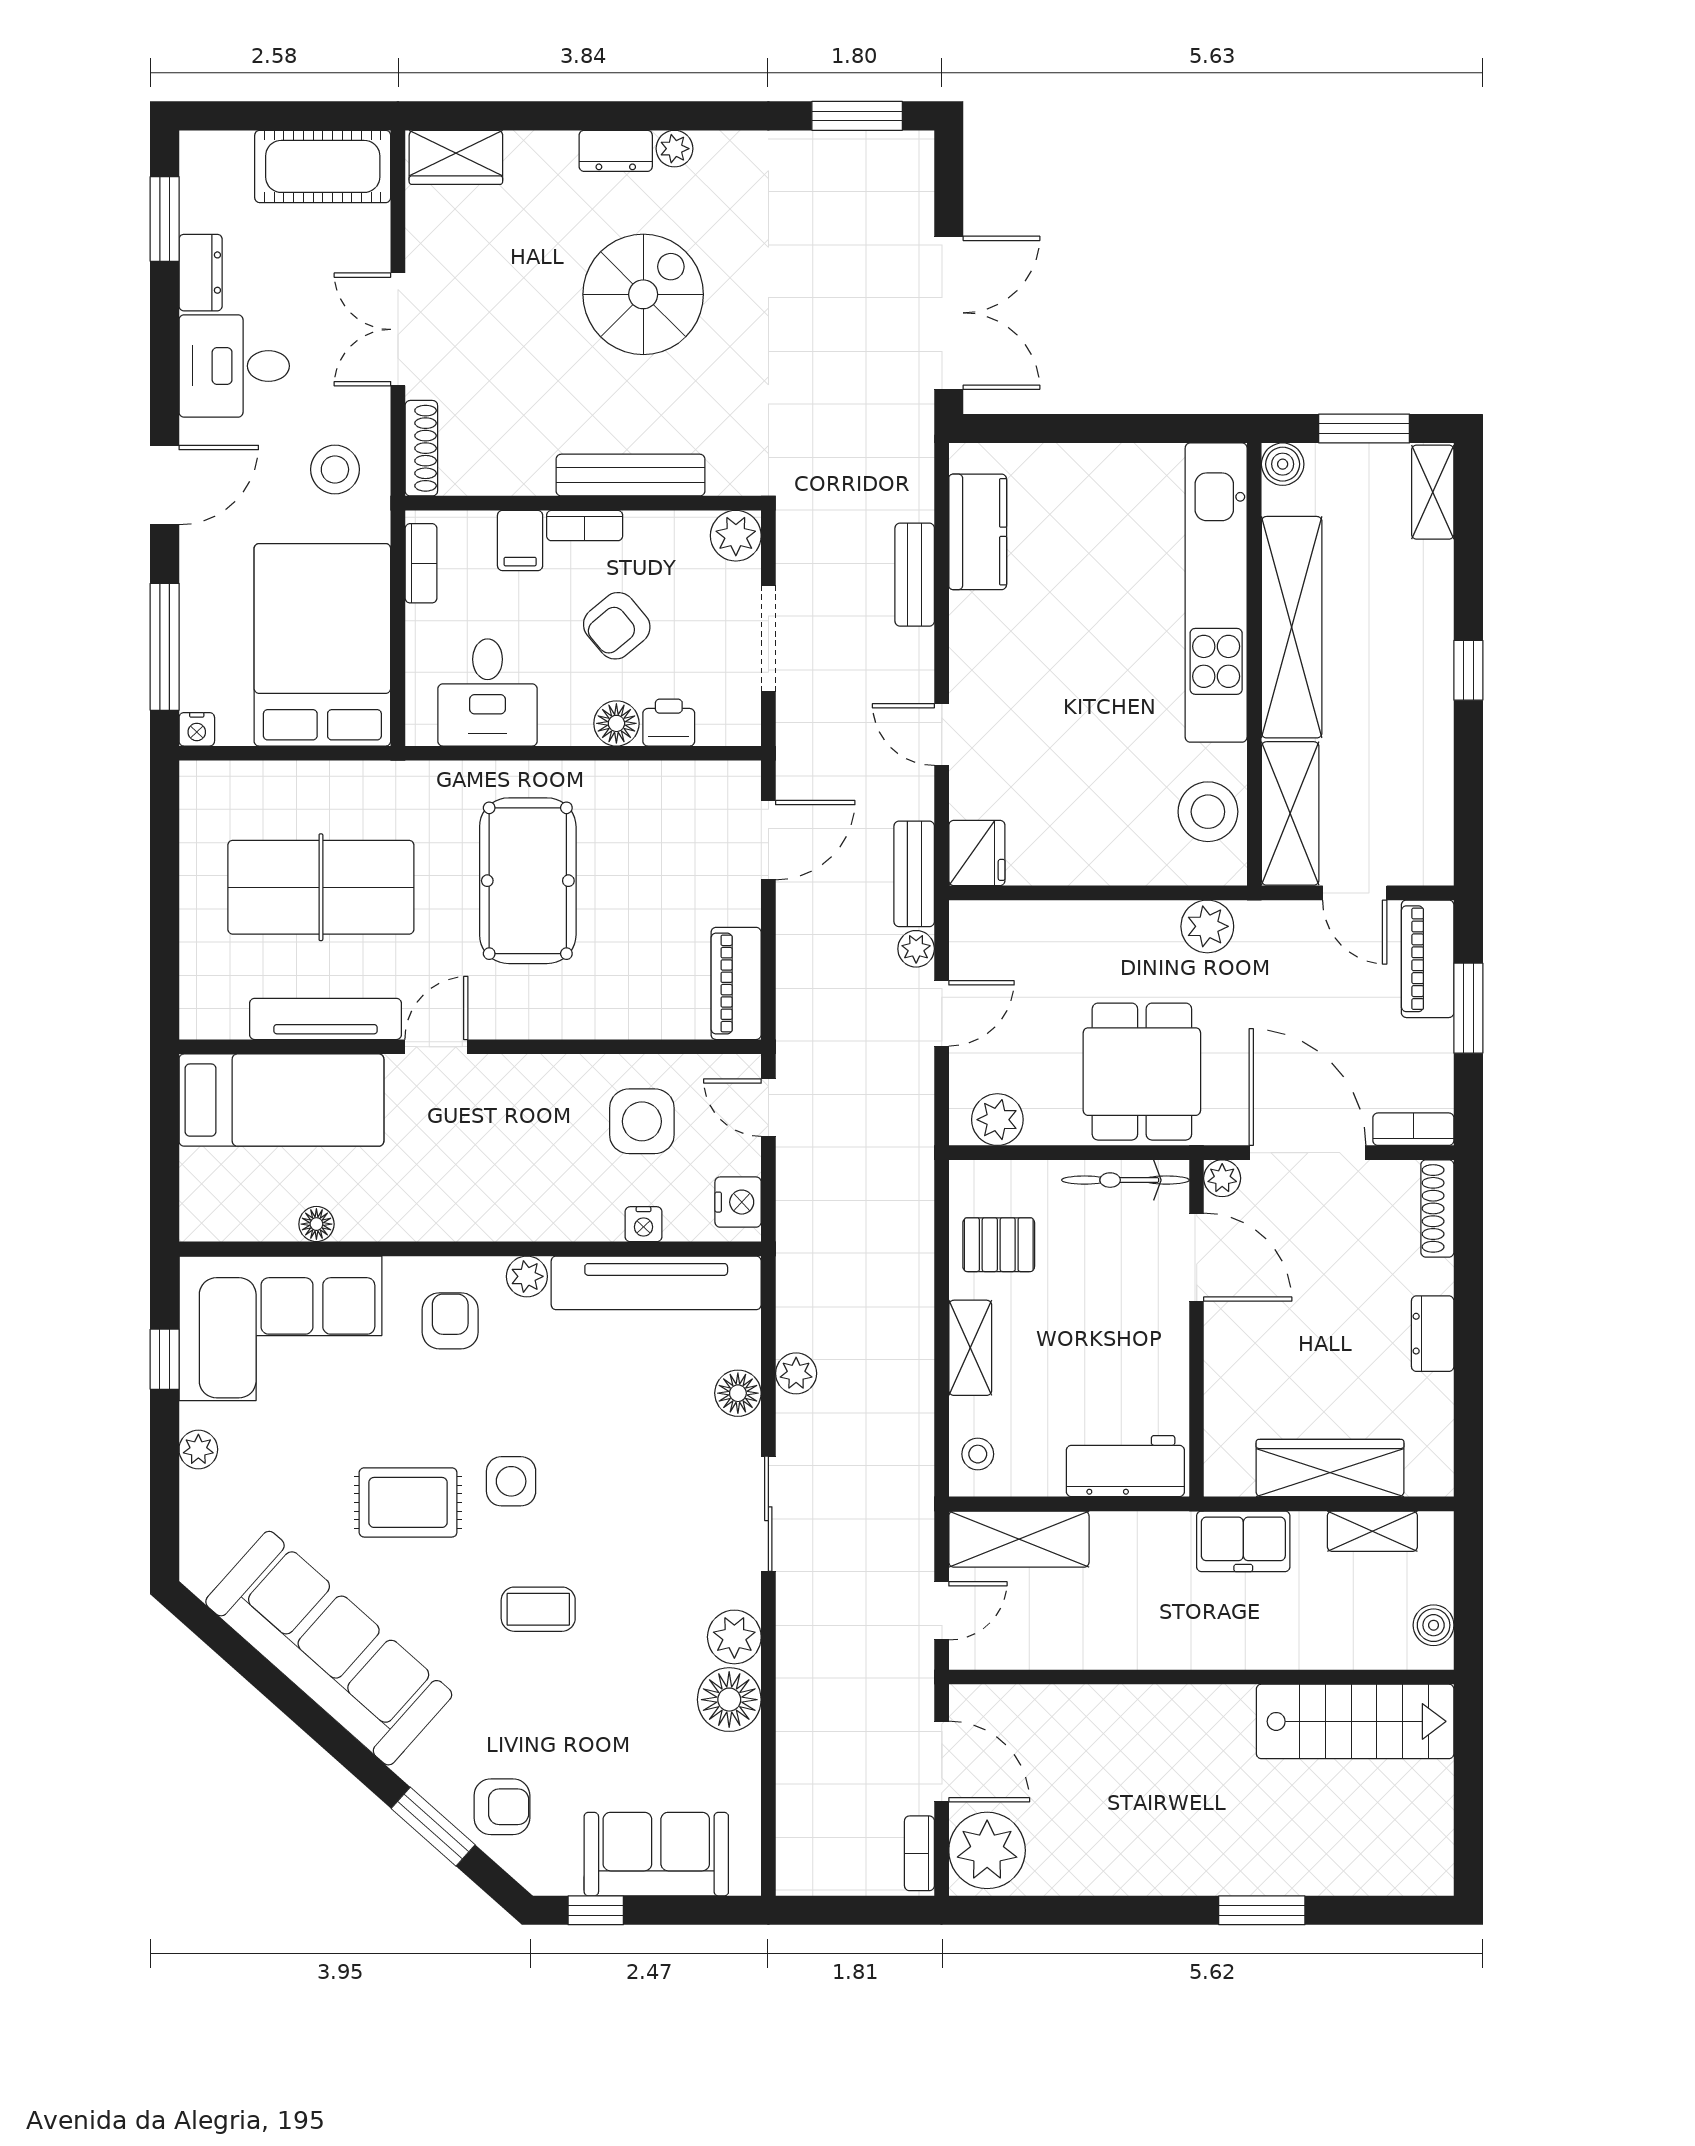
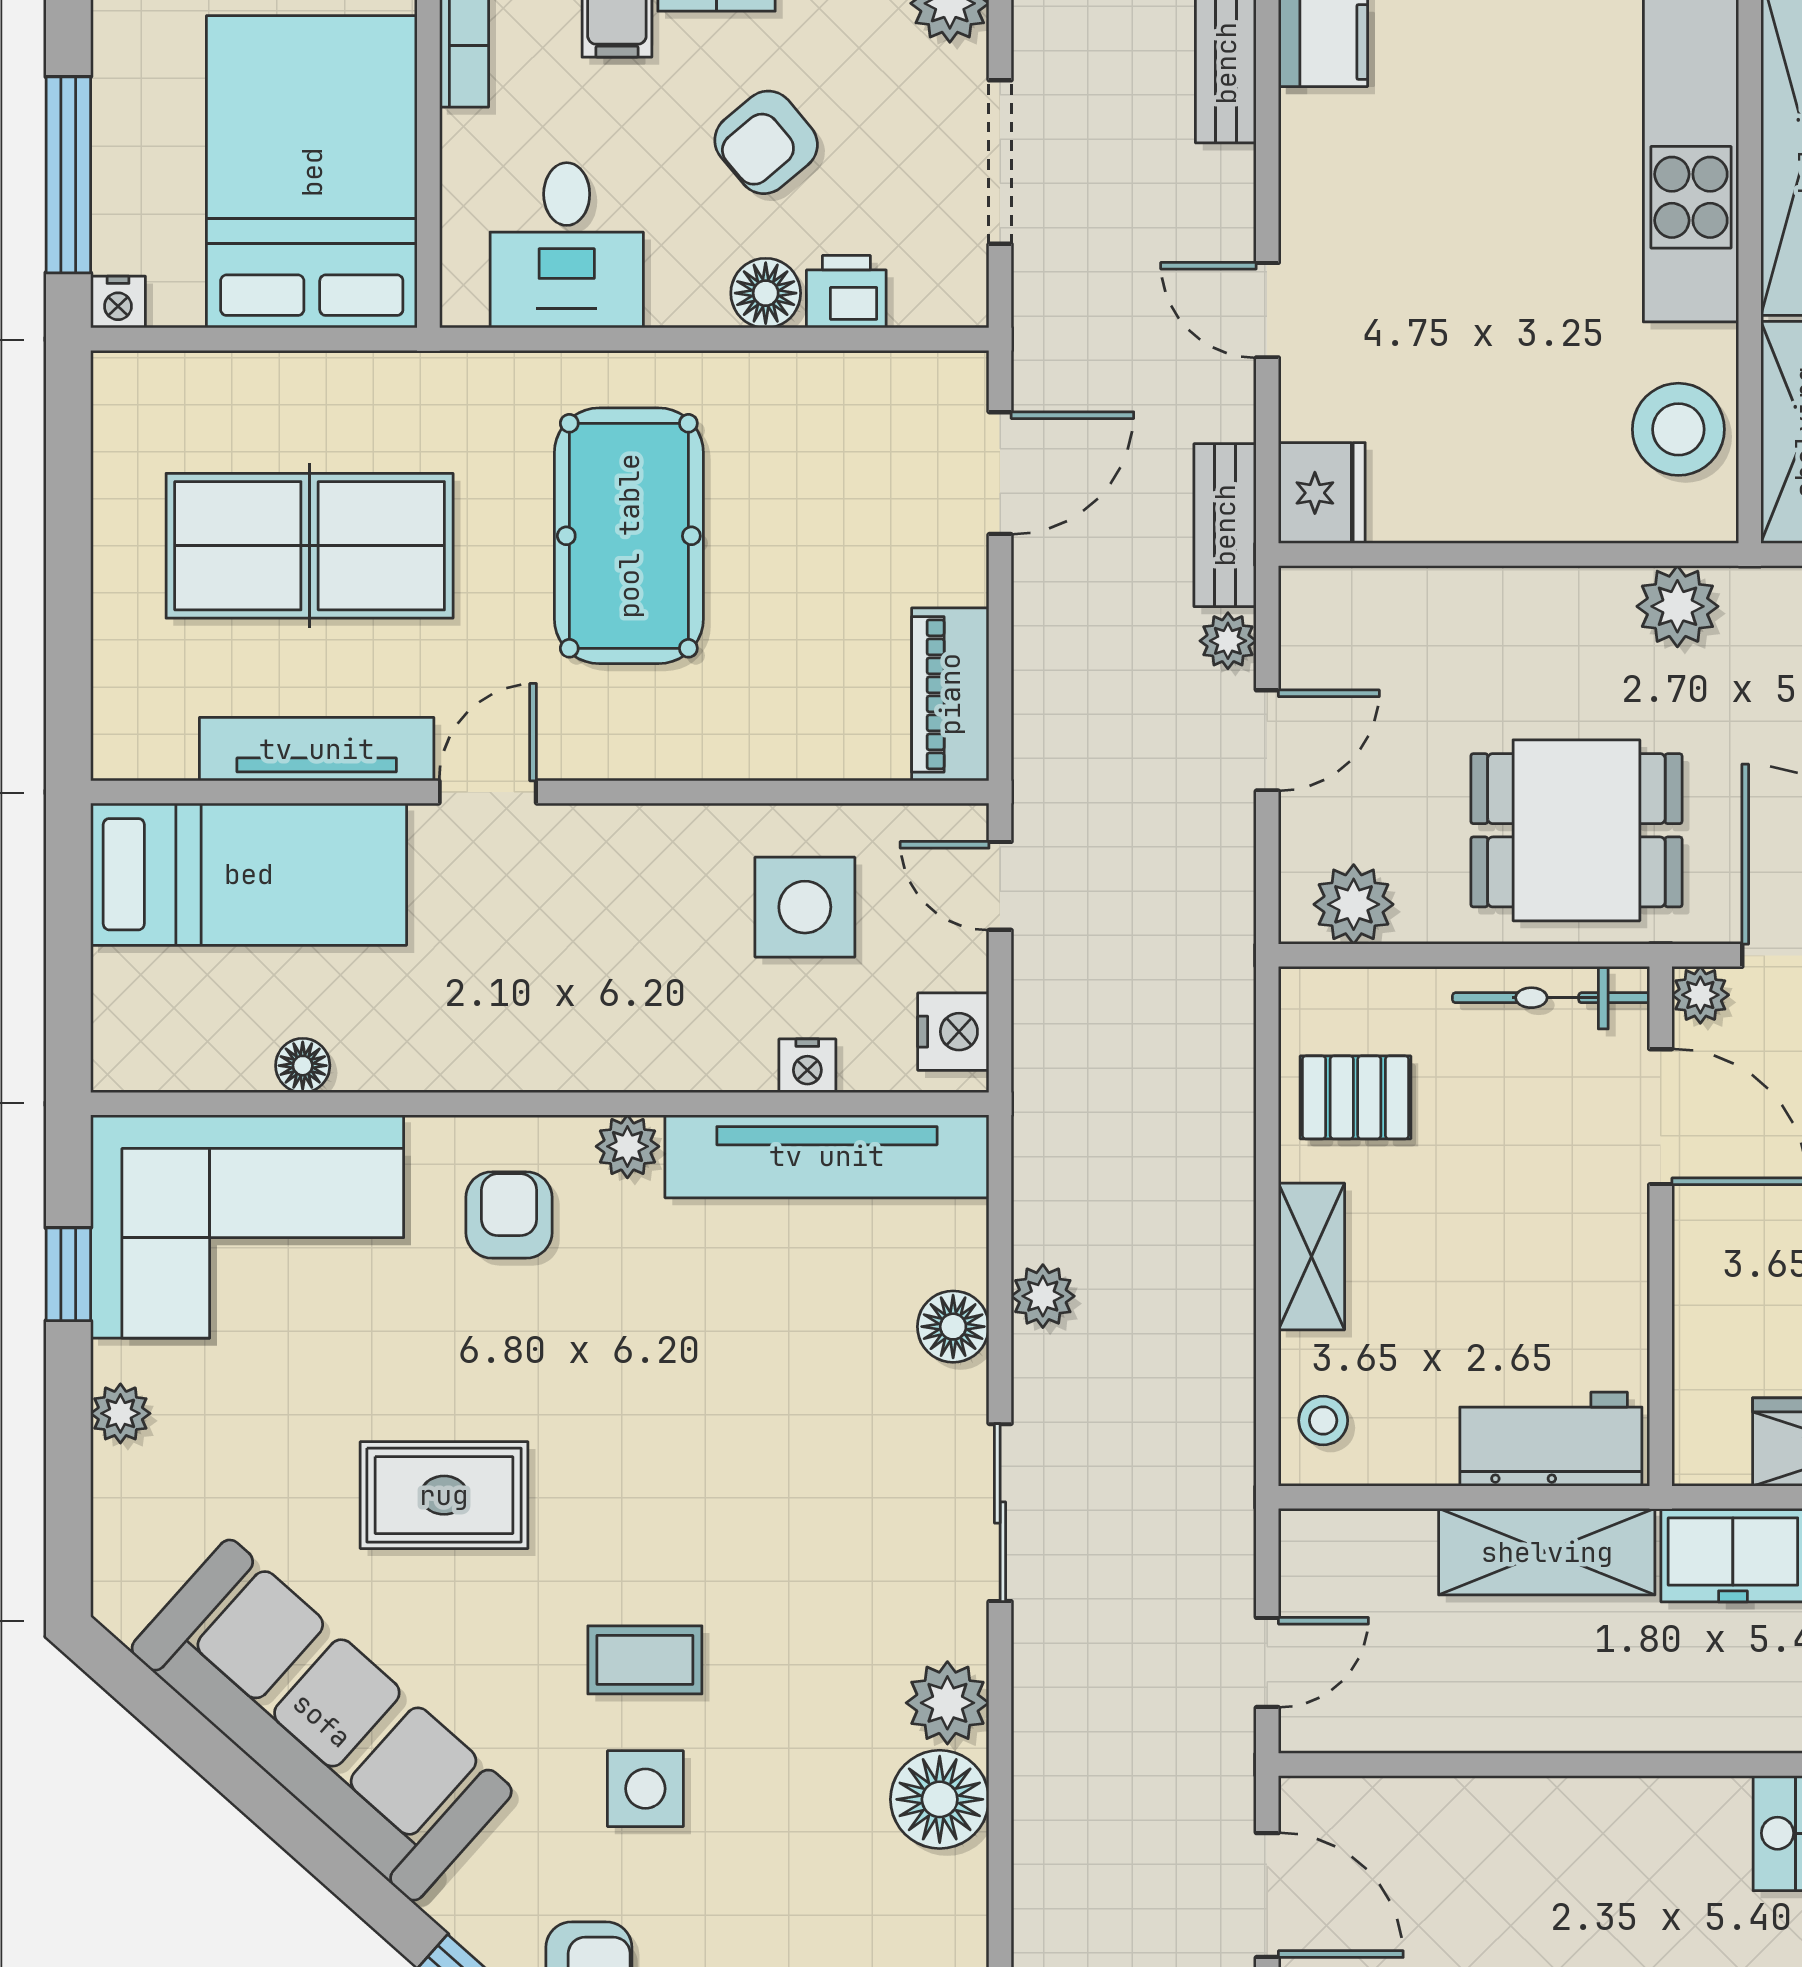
dining table: (1142, 1072) -> (1576, 830), turned 90
side table: (511, 1481) -> (645, 1789), moved
shelving: (1019, 1539) -> (1547, 1552), moved

